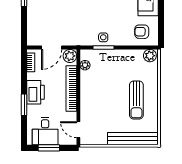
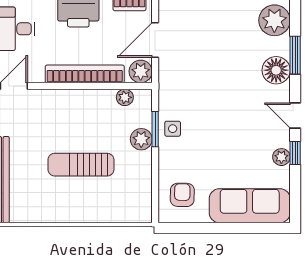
door: (52, 48) -> (155, 40), hinge flipped
plant: (150, 56) -> (141, 139), moved
sun lounger: (136, 100) -> (81, 165), moved

